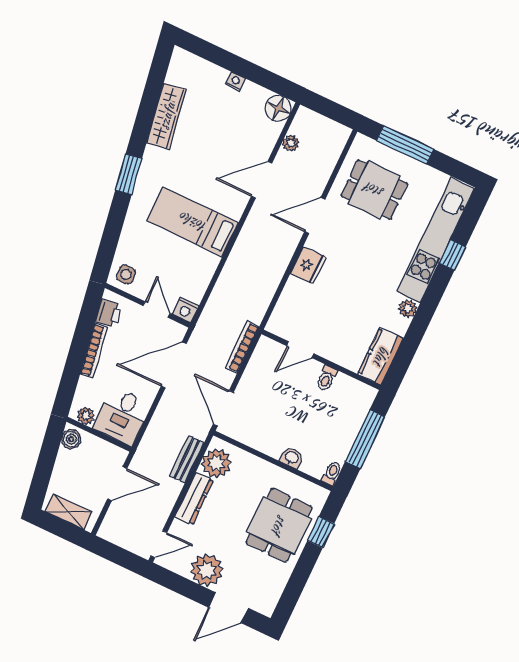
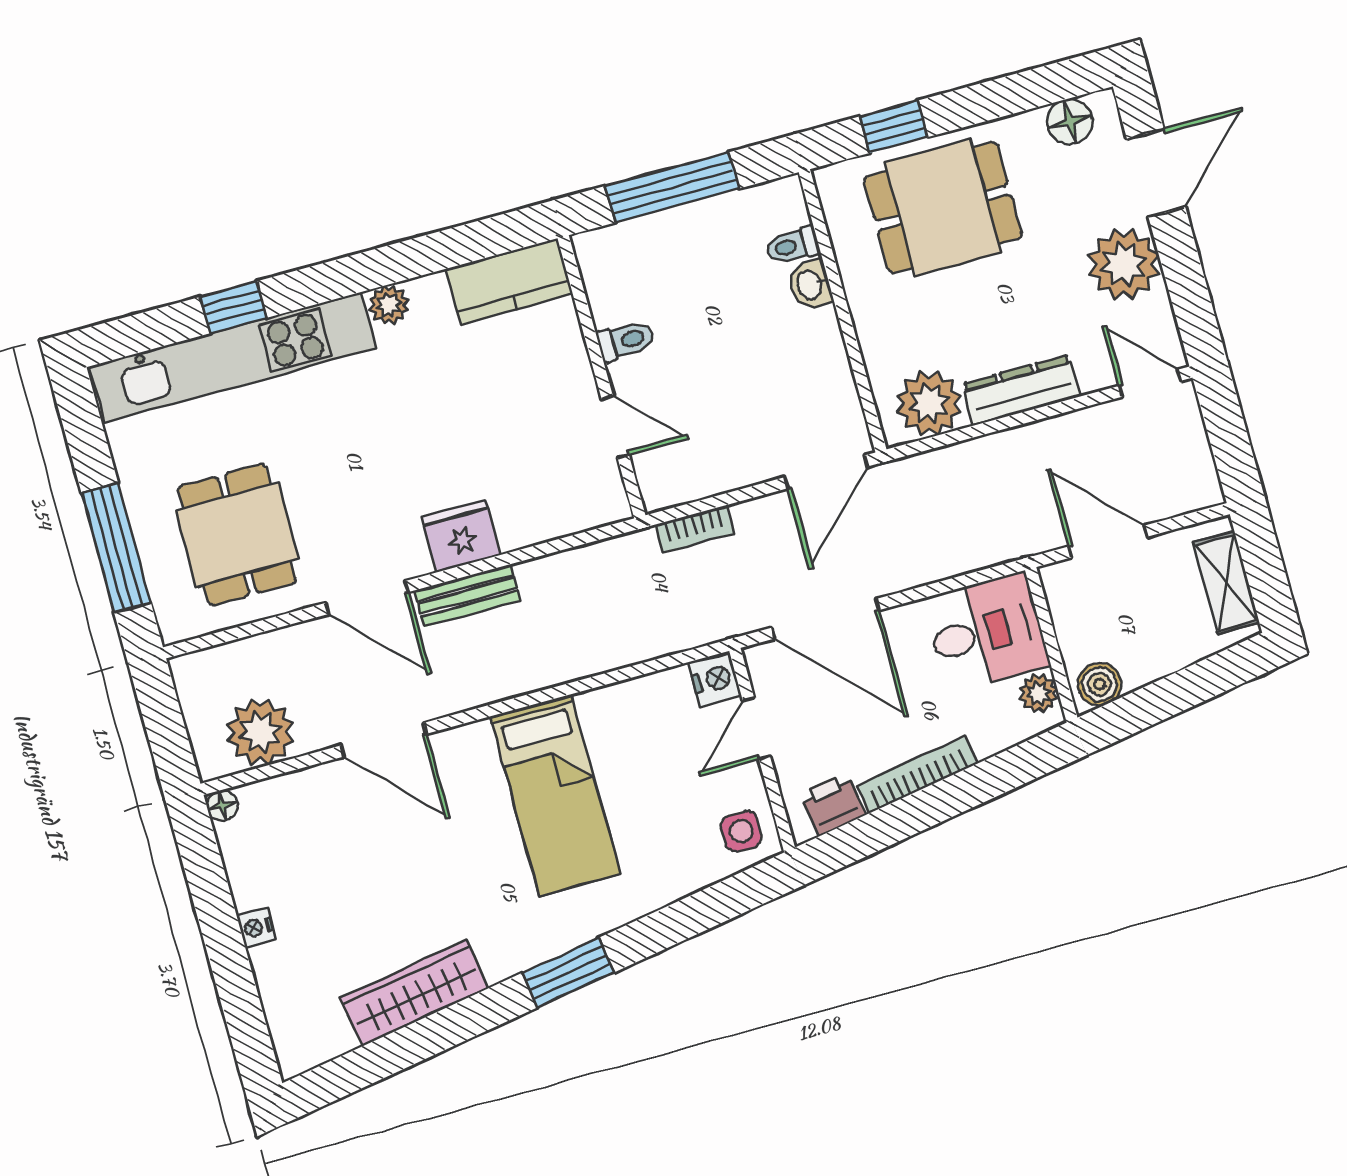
floor lamp: (278, 108) -> (222, 806), width x0.53, depth x0.53
plant: (291, 143) -> (260, 732), width x1.88, depth x1.88
bookcase: (242, 347) -> (695, 529), width x0.64
bench: (187, 459) -> (467, 596), moved
toilet: (332, 473) -> (793, 246), moved
floor lamp: (271, 593) -> (1070, 122), added
door: (228, 608) -> (1156, 173), hinge flipped

